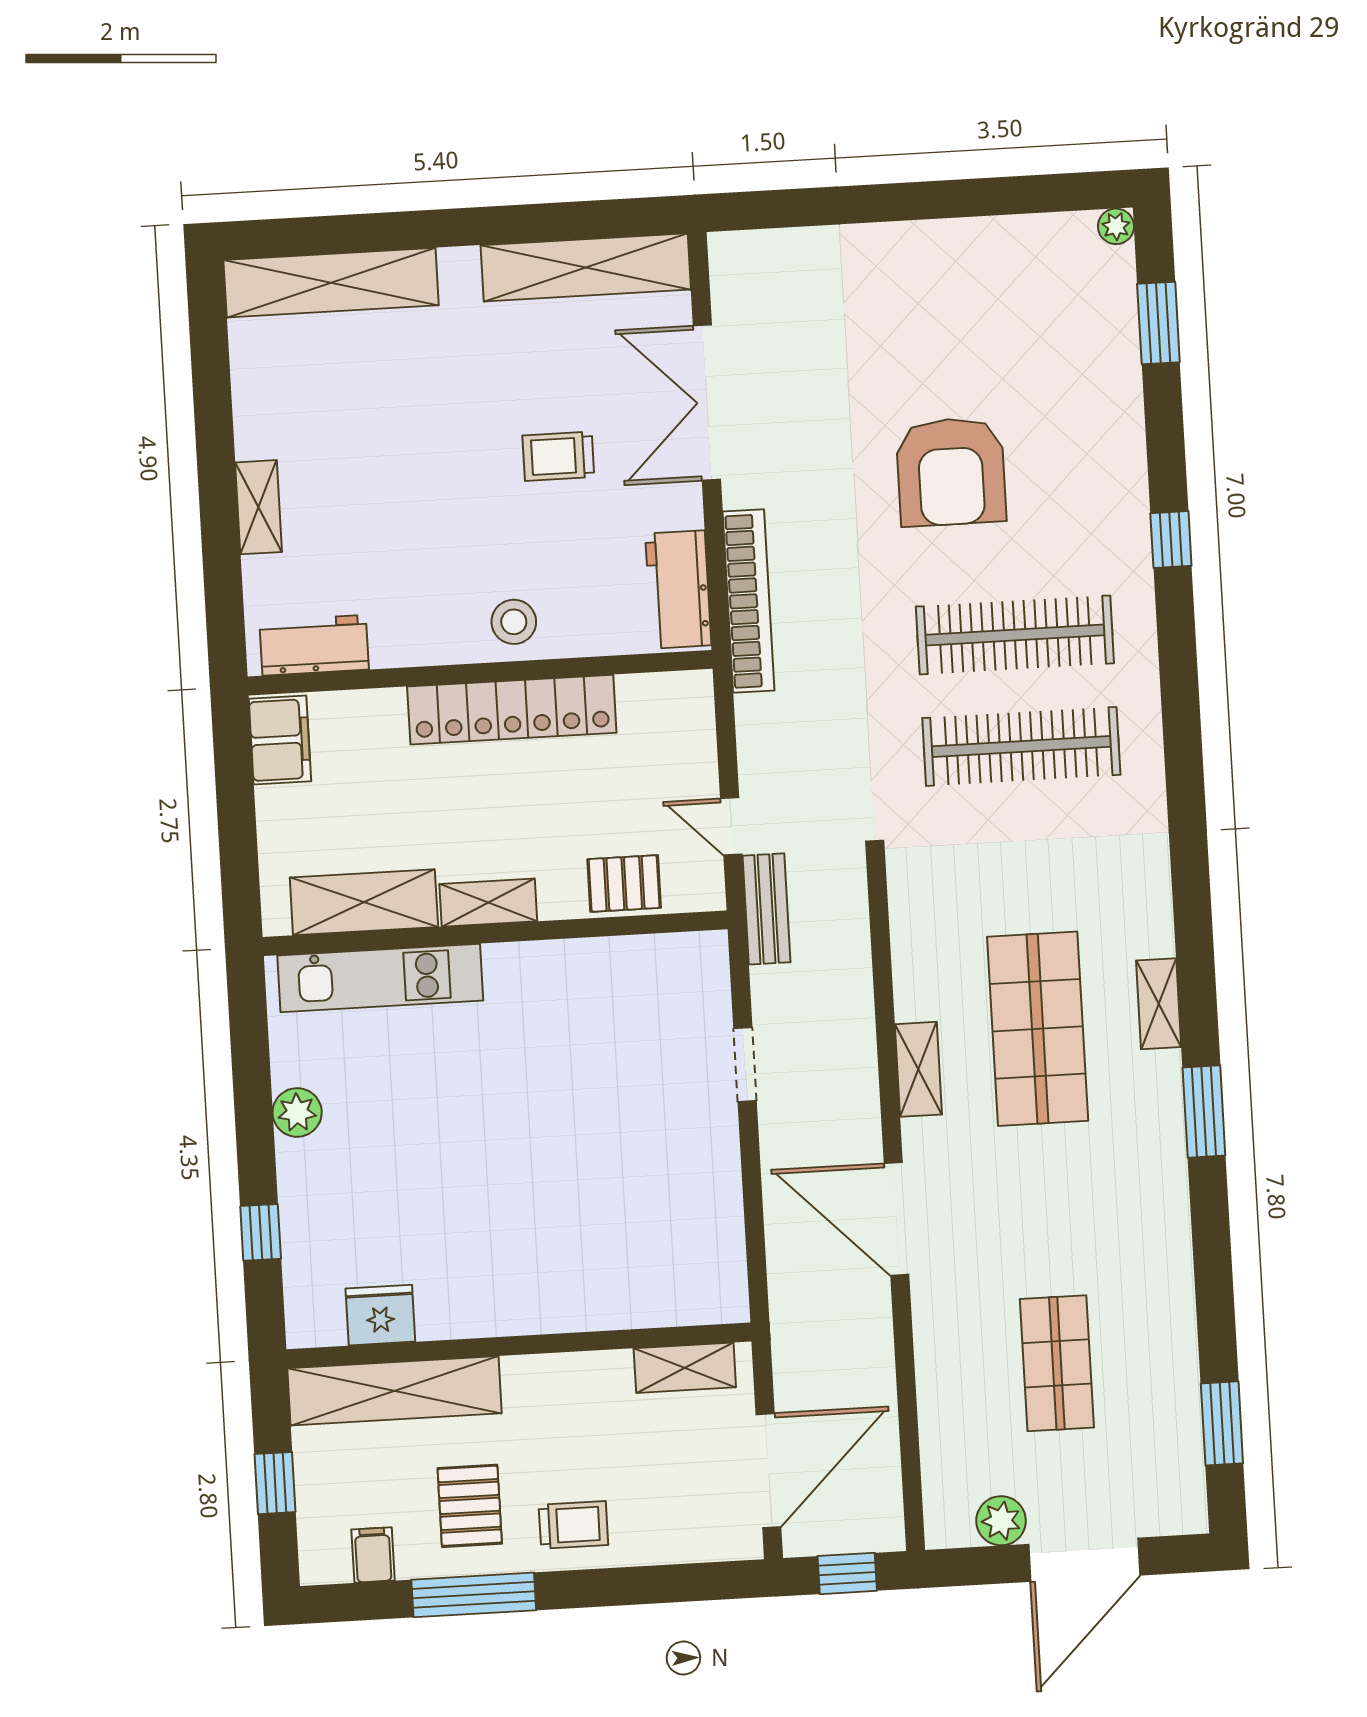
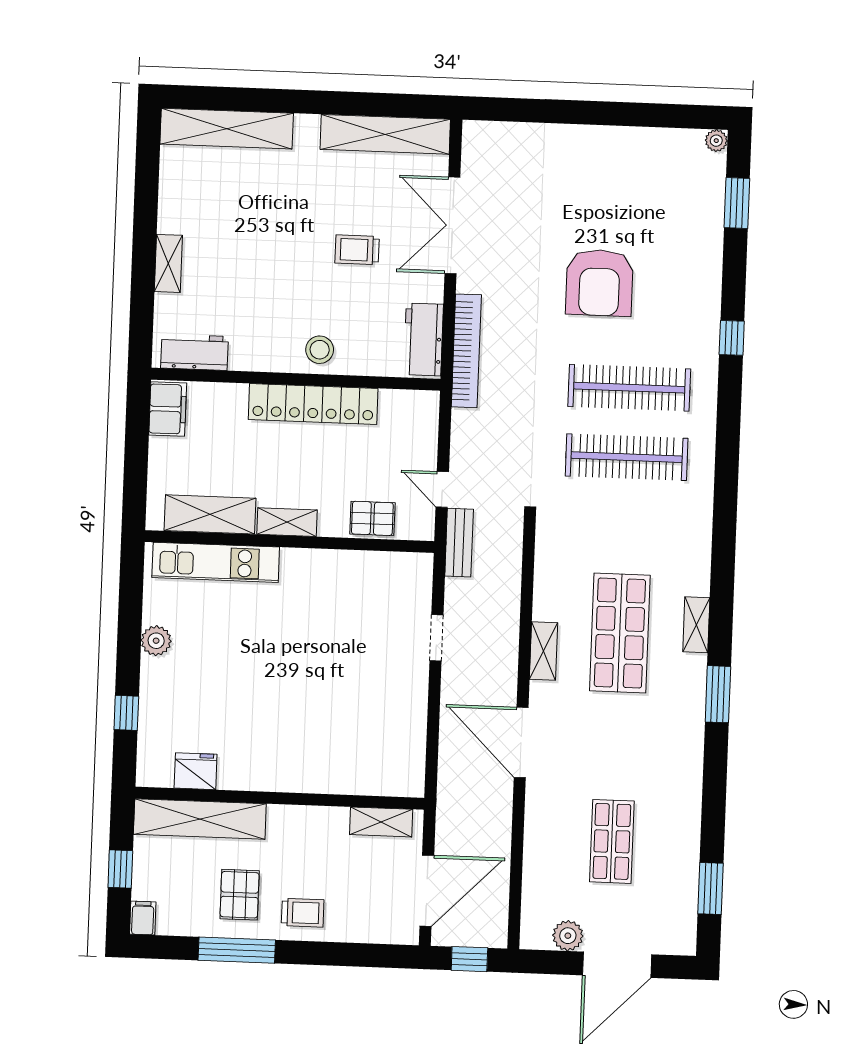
filing cabinet: (373, 1555) -> (143, 918), moved

